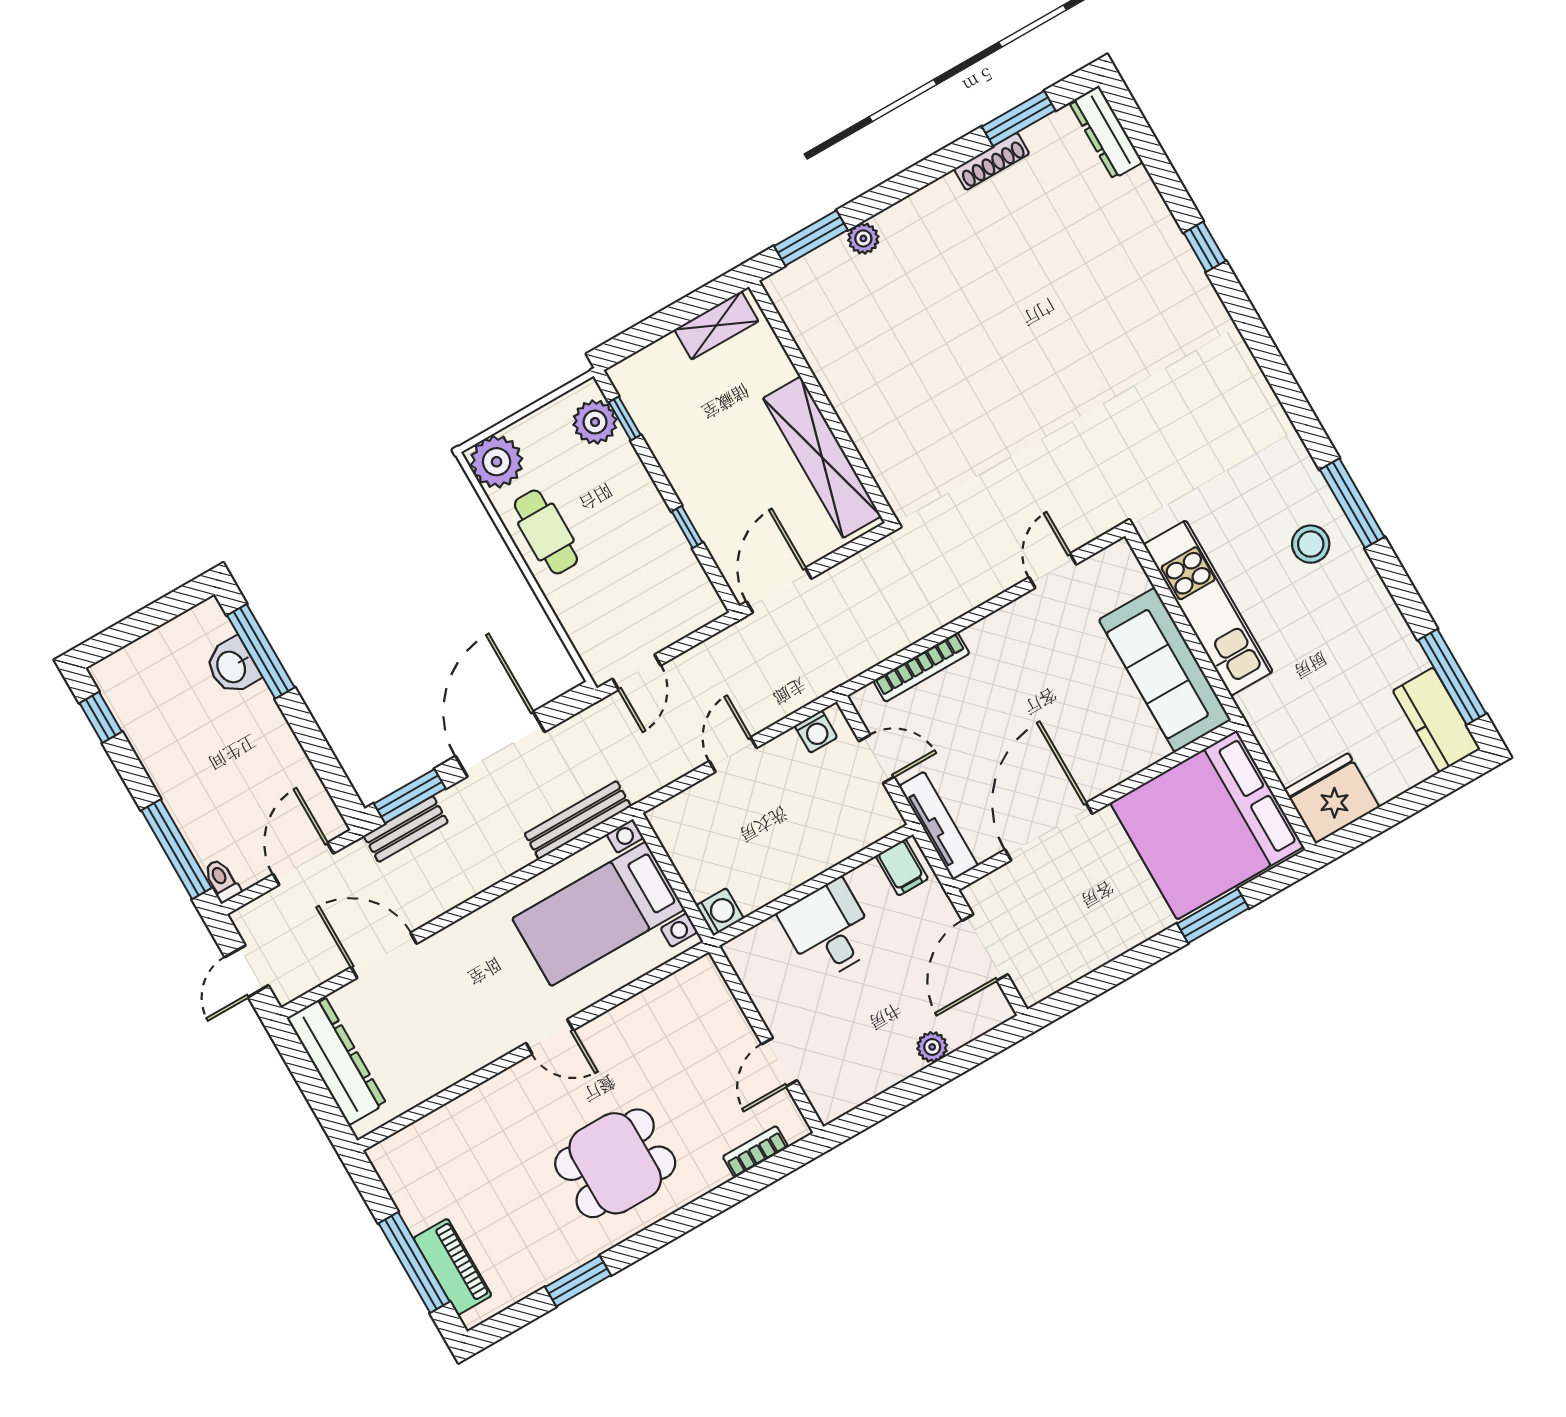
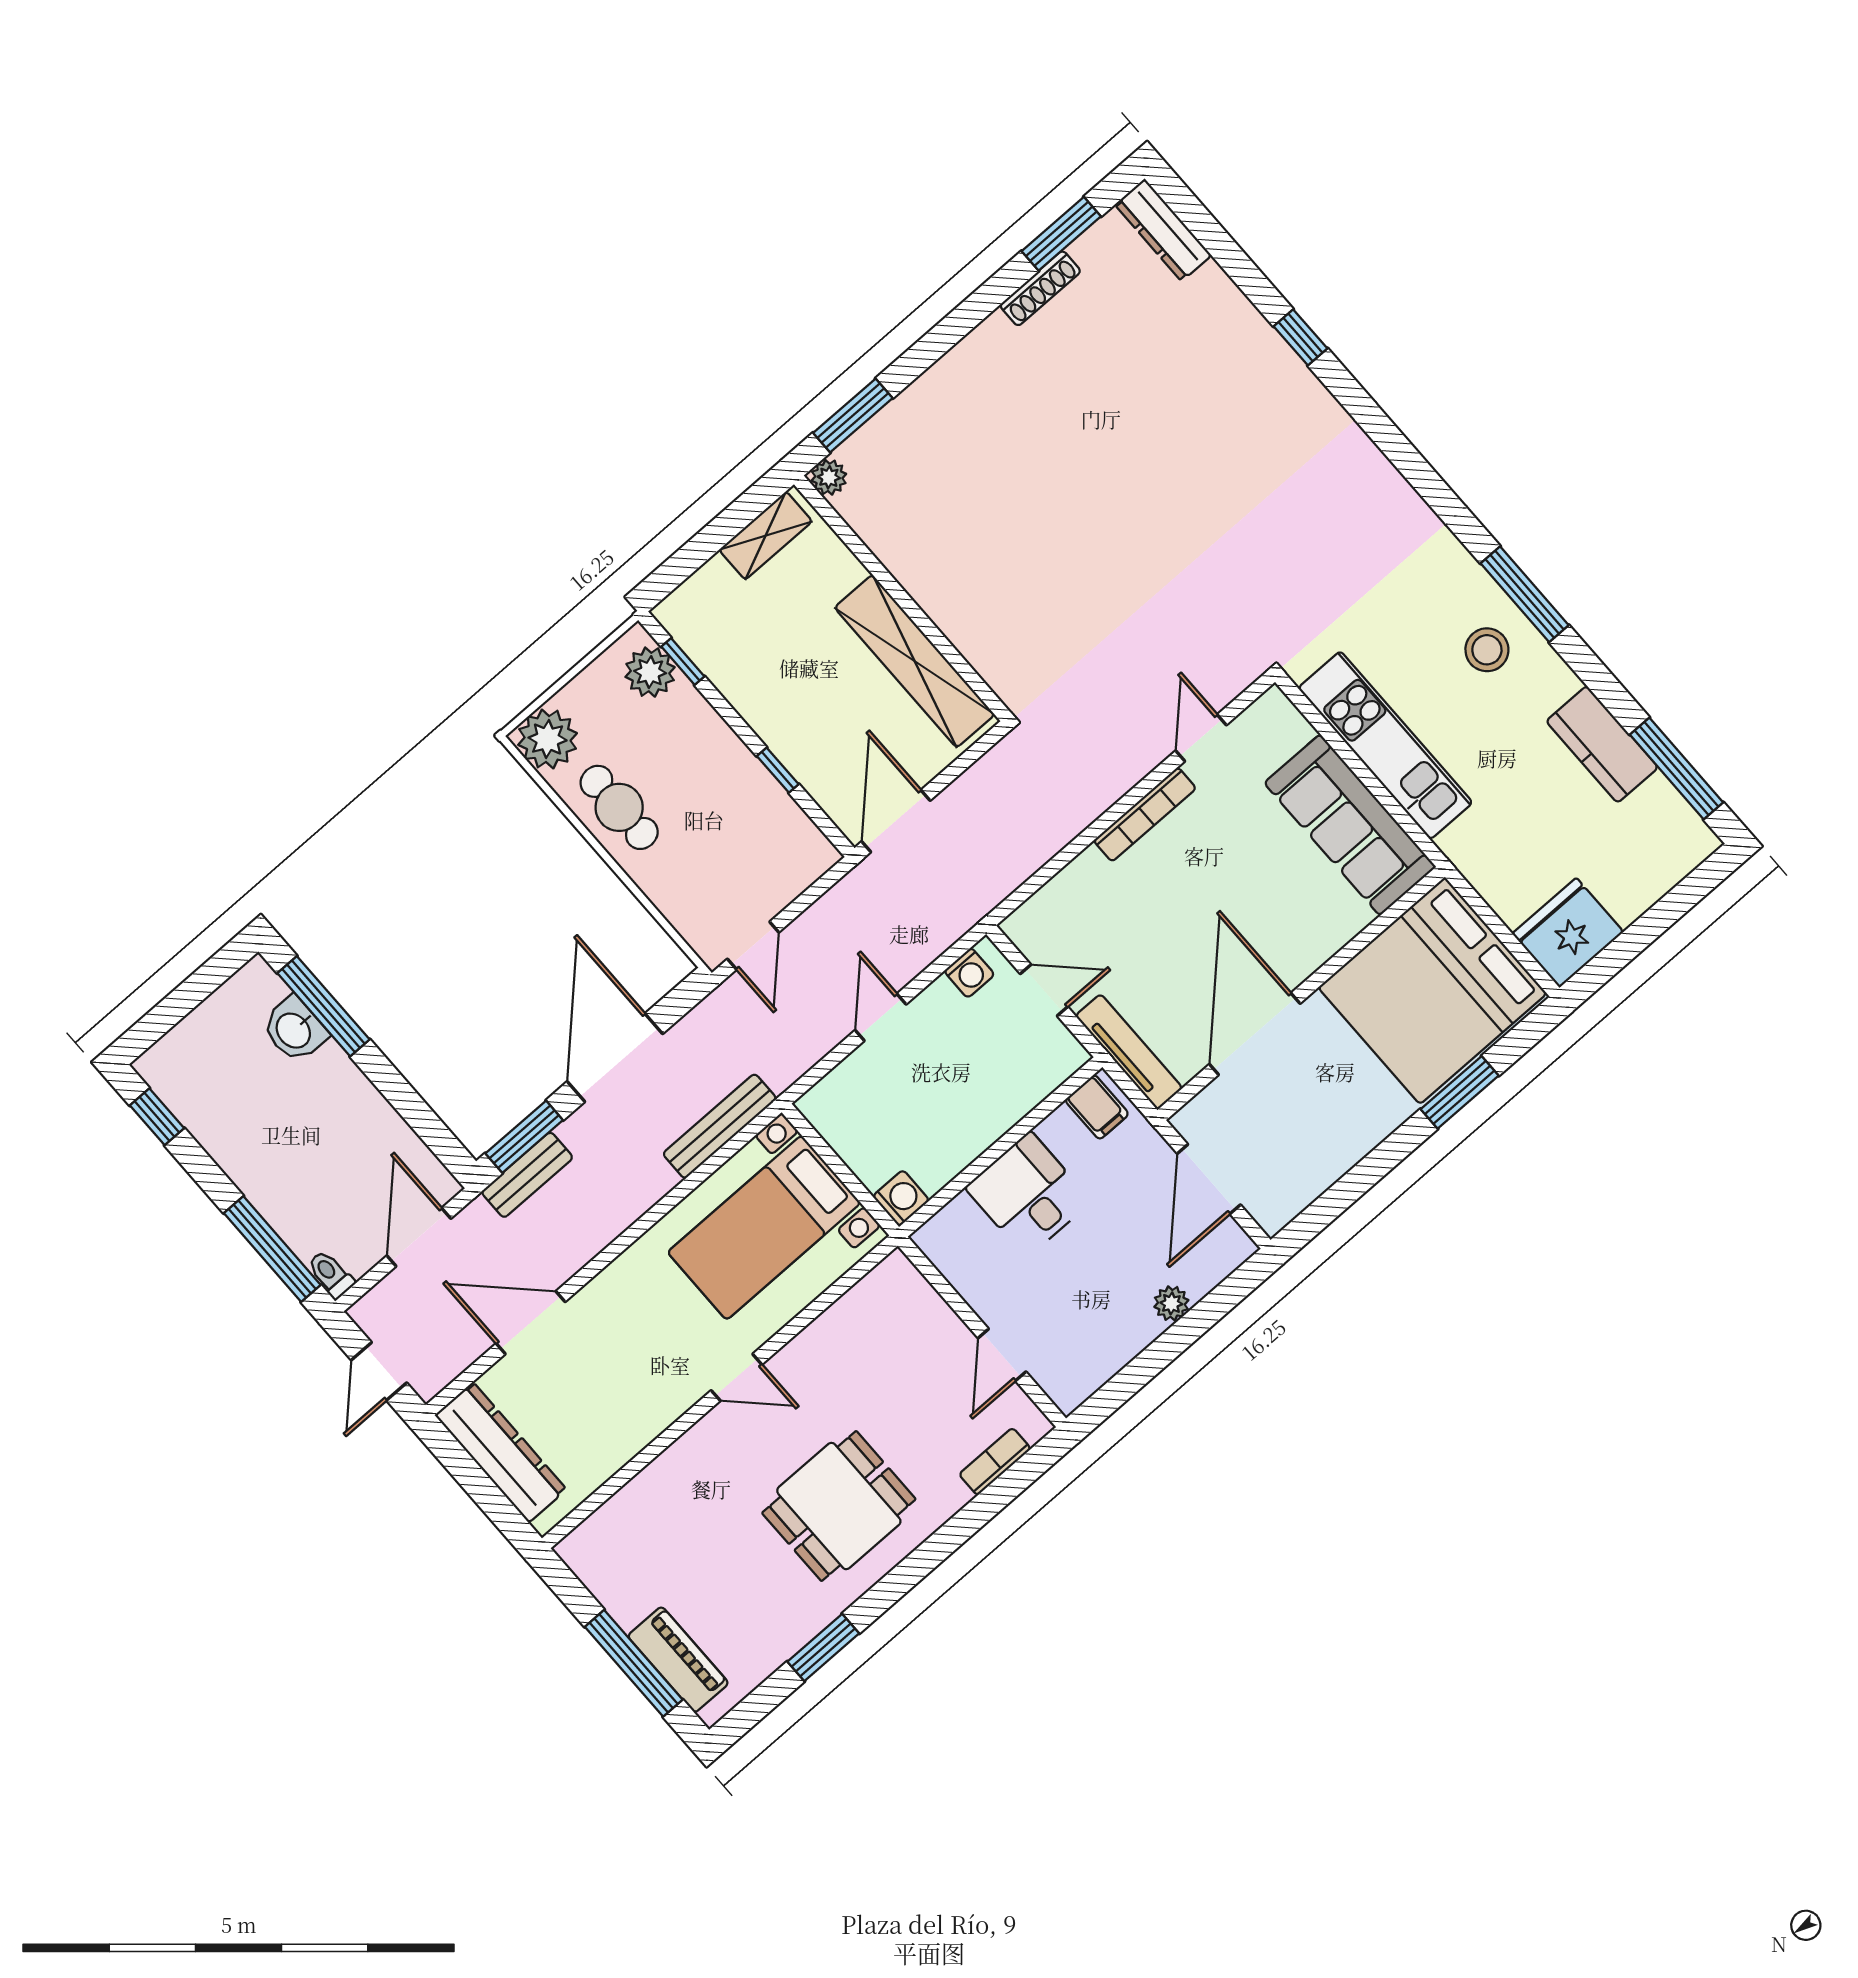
plant: (863, 238) -> (829, 477), moved
bookcase: (921, 667) -> (1145, 814), moved
kitchen counter: (1436, 720) -> (1602, 744), moved

